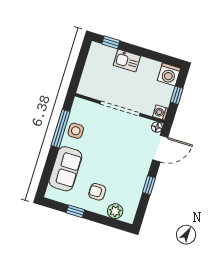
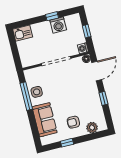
window: (111, 42) -> (52, 16), moved
kitchen sink: (127, 61) -> (23, 33), moved
washing machine: (169, 74) -> (58, 25), moved

